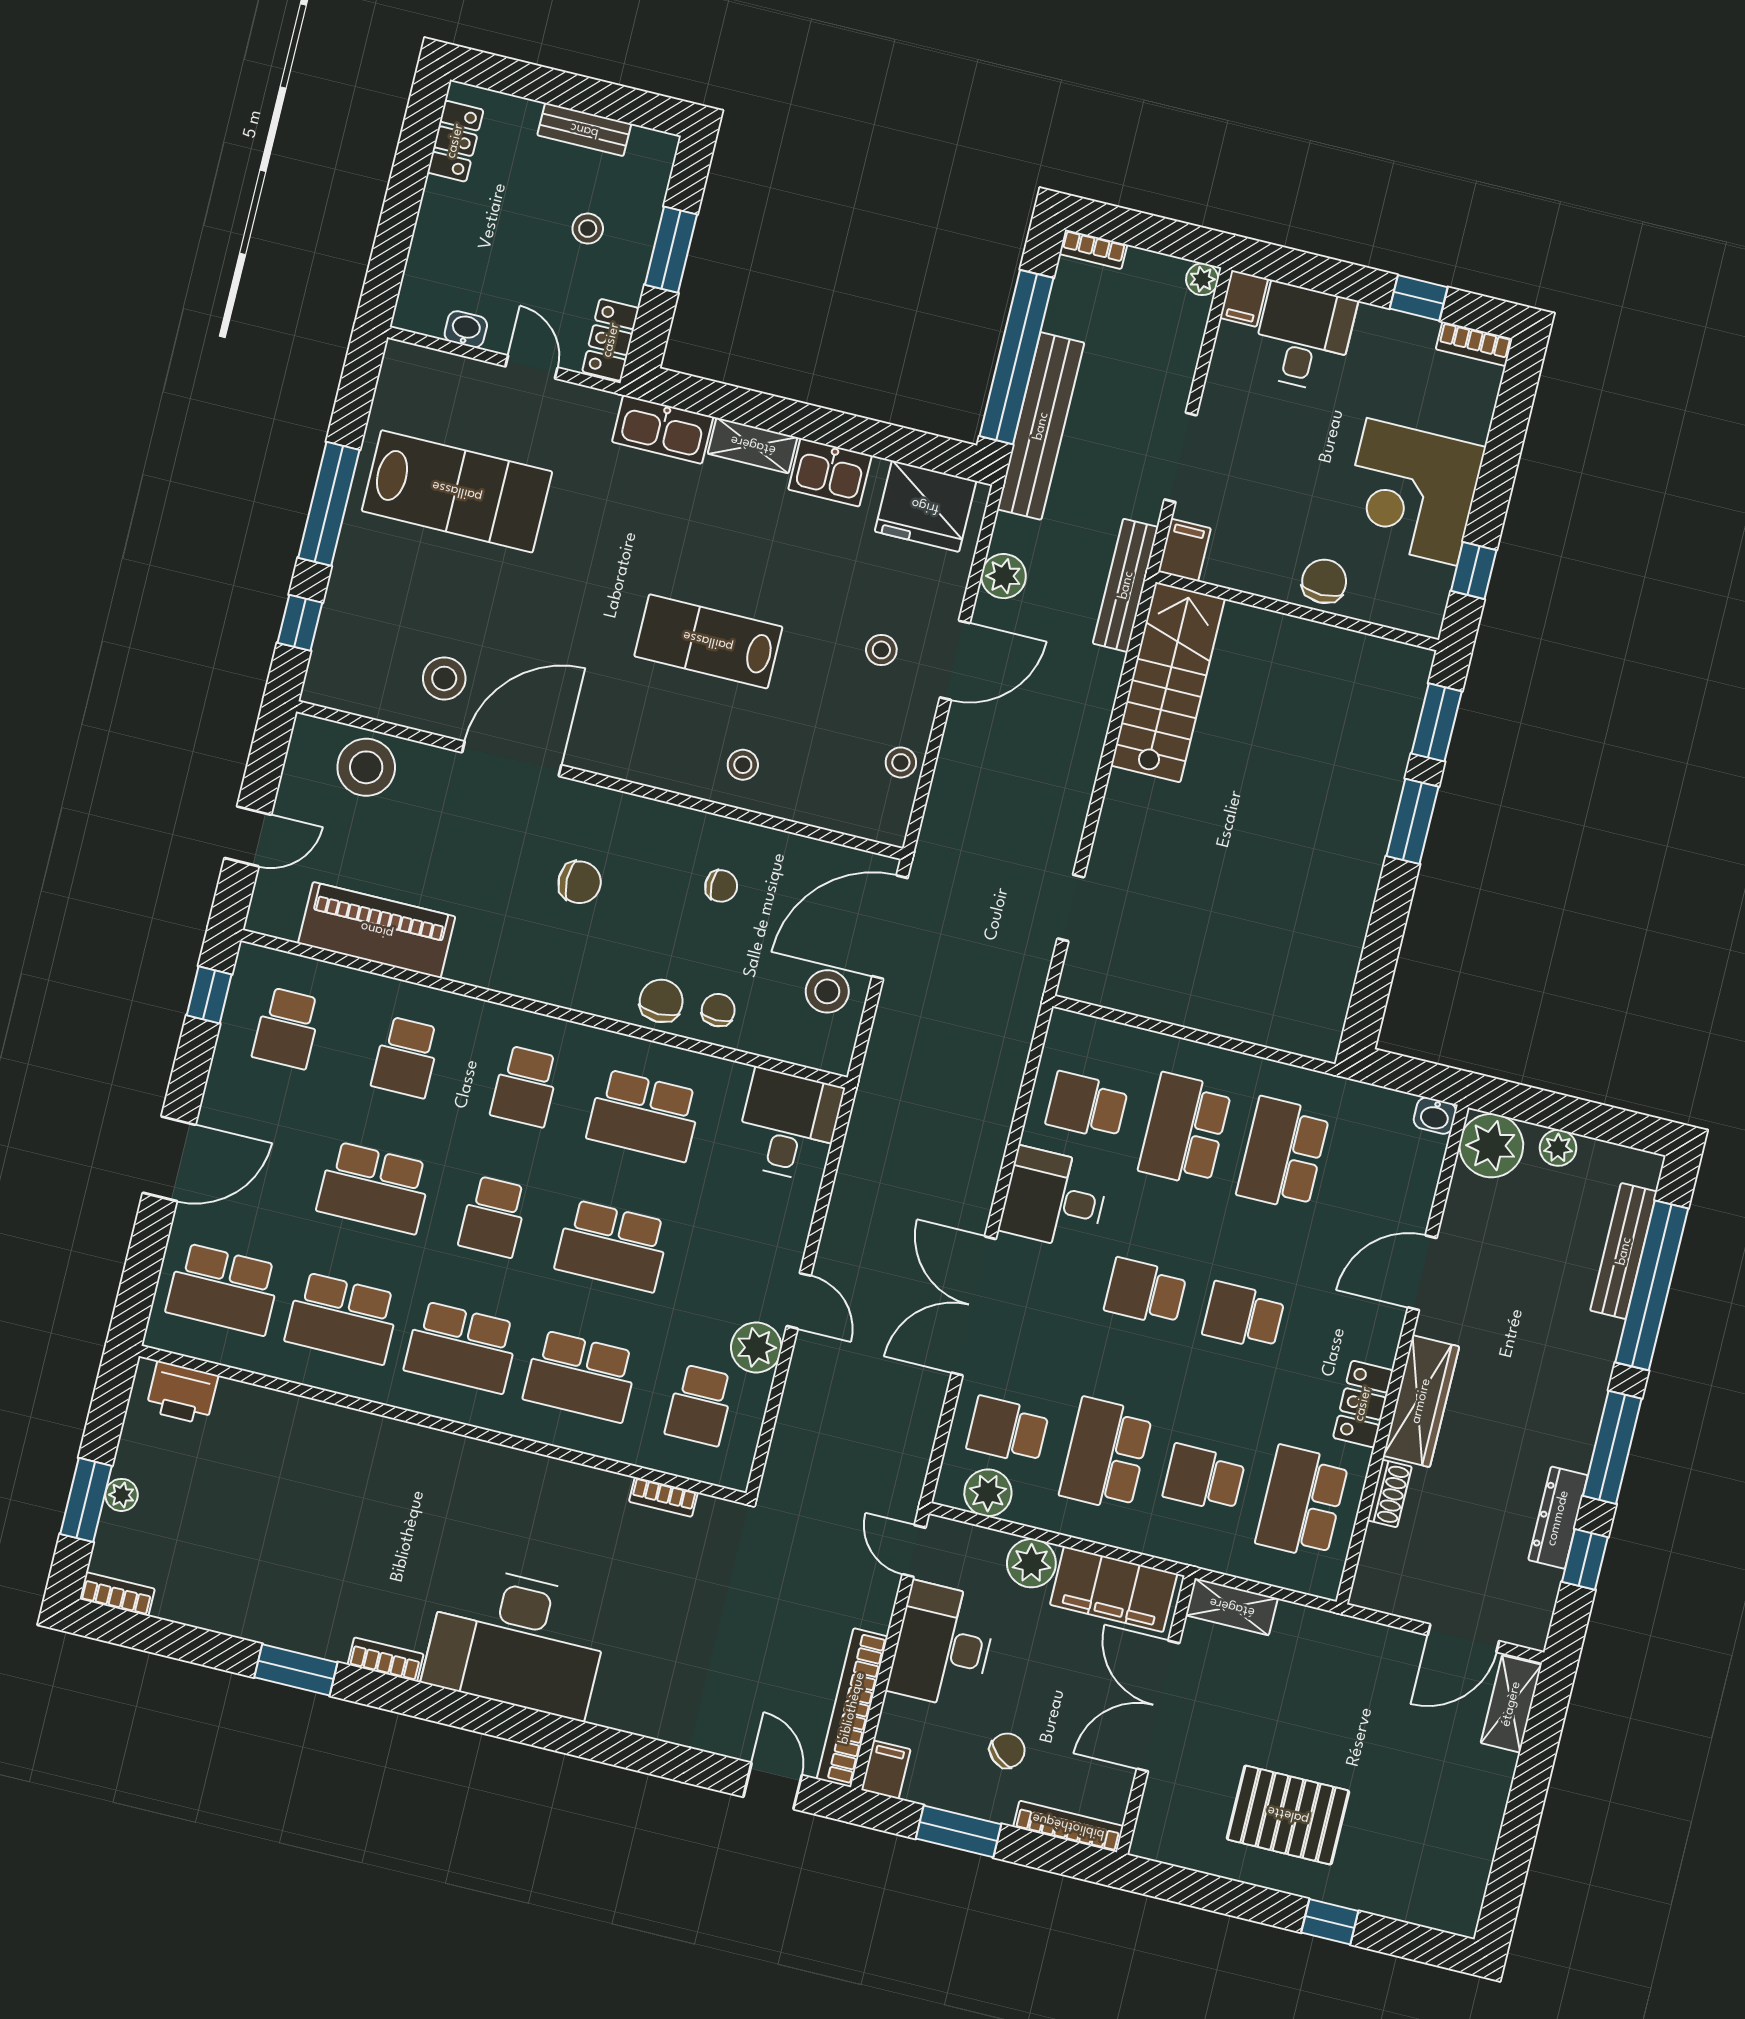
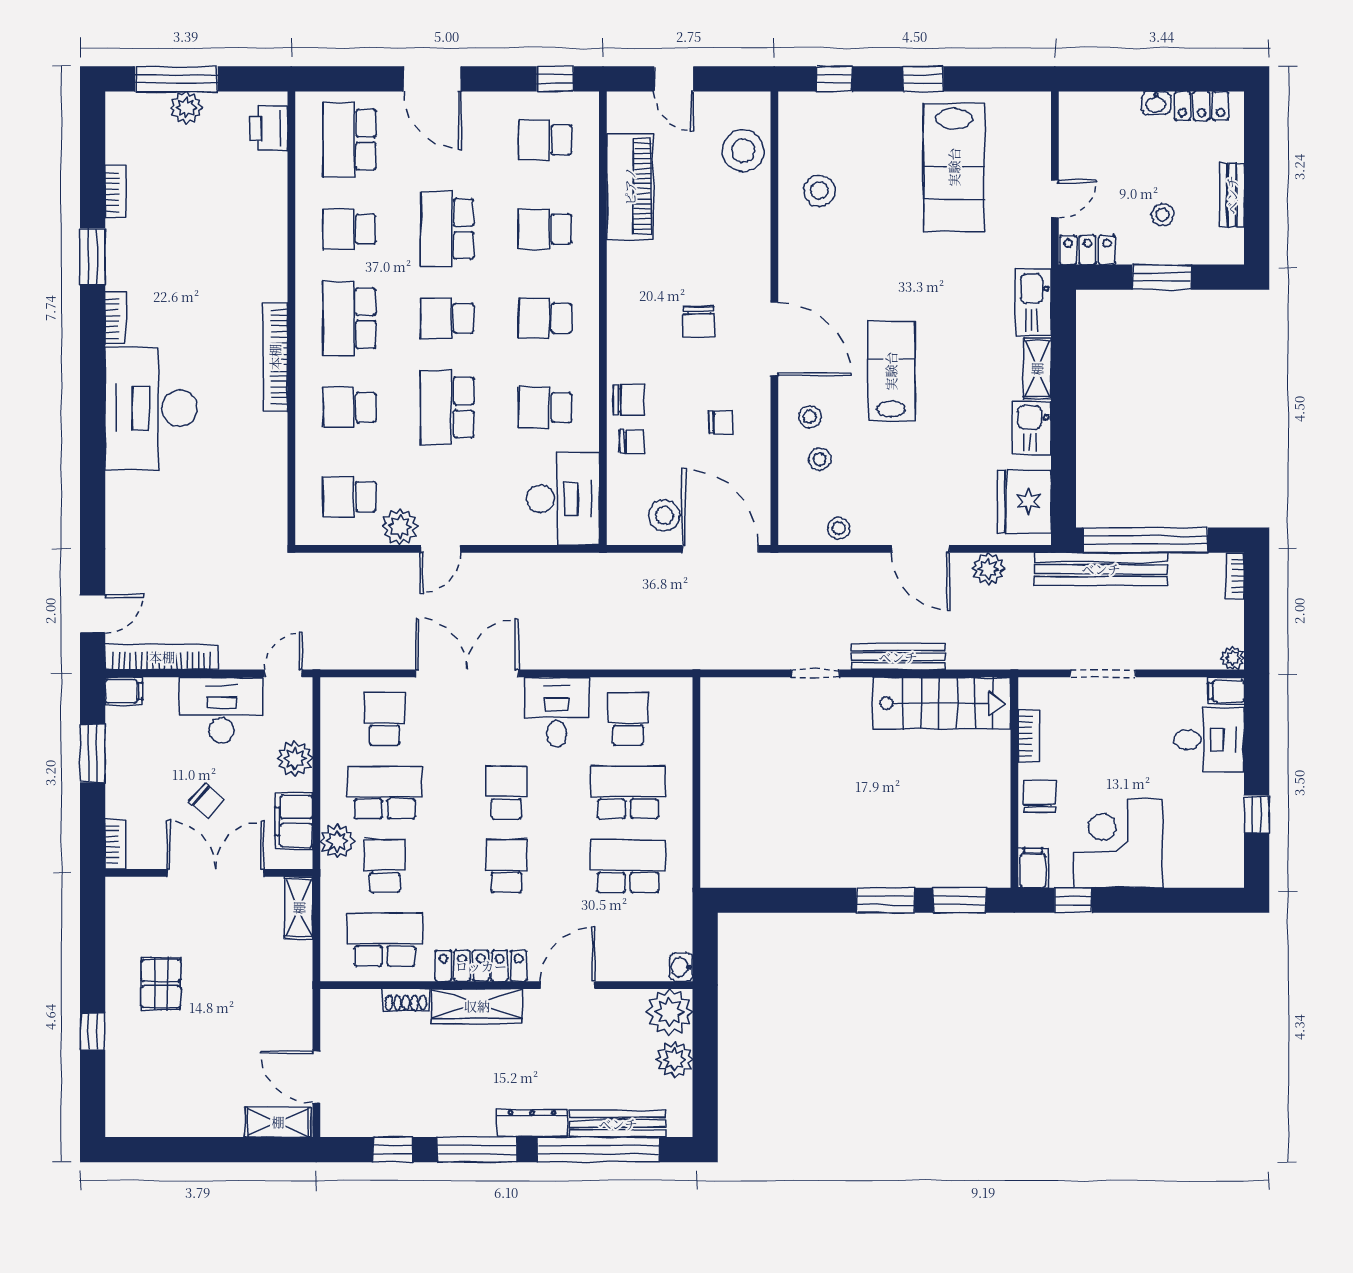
washbasin: (466, 329) -> (1156, 103), moved, turned 90
bookcase: (1474, 344) -> (1029, 736), moved, turned 180
window: (329, 504) -> (923, 79), width x0.46
filing cabinet: (1184, 550) -> (1033, 868), moved, turned -90
chair: (1324, 581) -> (1040, 796), turned -90
bench: (1126, 585) -> (898, 657), moved
stool: (881, 650) -> (820, 459), moved
door: (512, 759) -> (774, 339), moved
chair: (721, 886) -> (720, 422), turned -90
doorway: (1071, 908) -> (815, 673), moved
school desk: (644, 1115) -> (545, 407), width x0.54
desk: (789, 1125) -> (563, 499), width x1.37
plant: (1558, 1148) -> (675, 1060), width x1.38, depth x1.38
door: (1422, 1273) -> (568, 985), hinge flipped
school desk: (342, 1318) -> (349, 229), width x0.54
school desk: (581, 1376) -> (349, 407), width x0.54
locker: (1363, 1404) -> (481, 966), width x1.53
plant: (988, 1493) -> (337, 841), moved
plant: (121, 1495) -> (186, 108), width x1.38, depth x1.38
bookcase: (663, 1497) -> (275, 357), moved, width x2.31, depth x1.31
window: (86, 1500) -> (177, 79), width x1.44
dresser: (1558, 1518) -> (532, 1123), moved
filing cabinet: (1114, 1589) -> (294, 821), width x0.67, depth x0.86
bookcase: (117, 1594) -> (115, 192), moved
chair: (1007, 1751) -> (207, 800), moved
pallet: (1288, 1815) -> (161, 984), width x0.67, depth x0.71
bookcase: (1068, 1826) -> (115, 844), width x0.64

